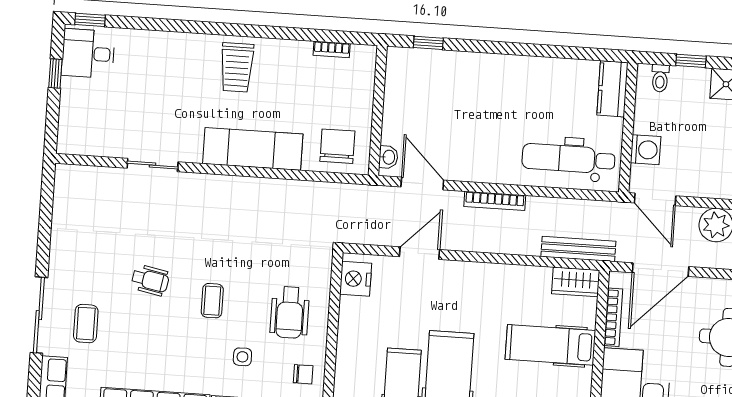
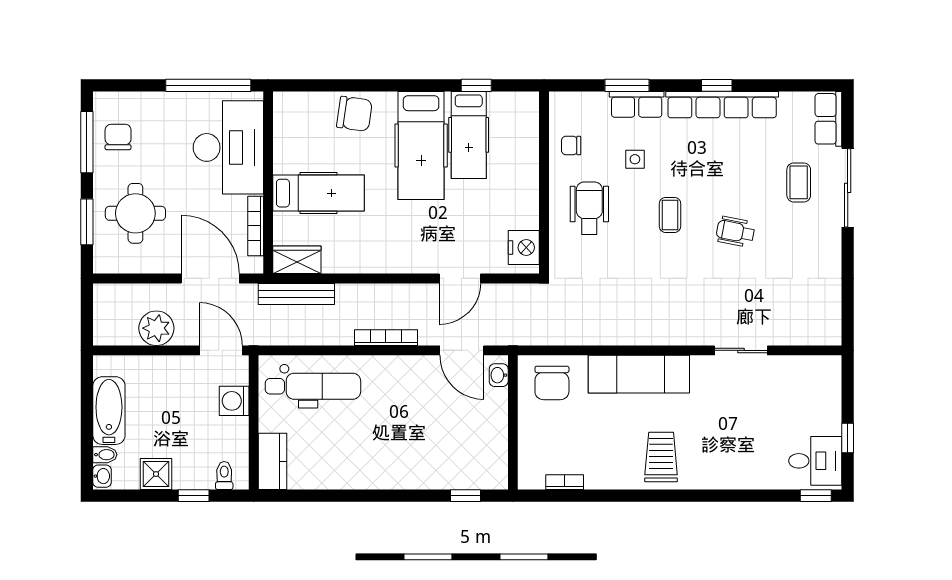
door: (661, 270) -> (210, 278), hinge flipped

